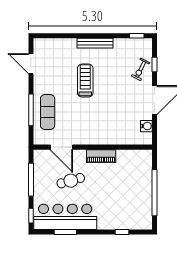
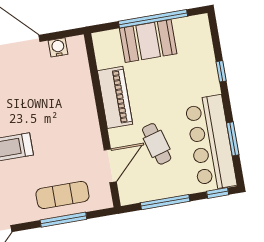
piano: (101, 156) -> (115, 97), width x1.37, depth x1.33
booth: (140, 187) -> (148, 41), added
window: (122, 232) -> (221, 71), moved

